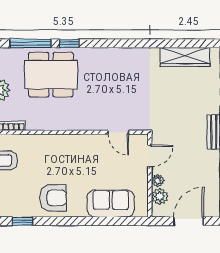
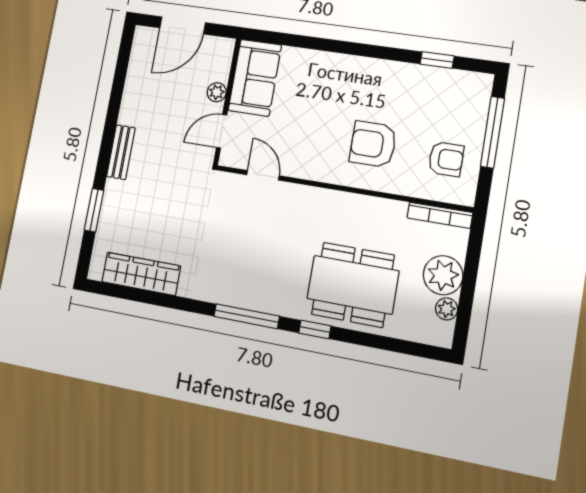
window: (31, 43) -> (247, 316), moved
plant: (160, 196) -> (218, 68), removed
armchair: (53, 198) -> (373, 144), moved
sofa: (111, 204) -> (255, 78), moved, turned -90

